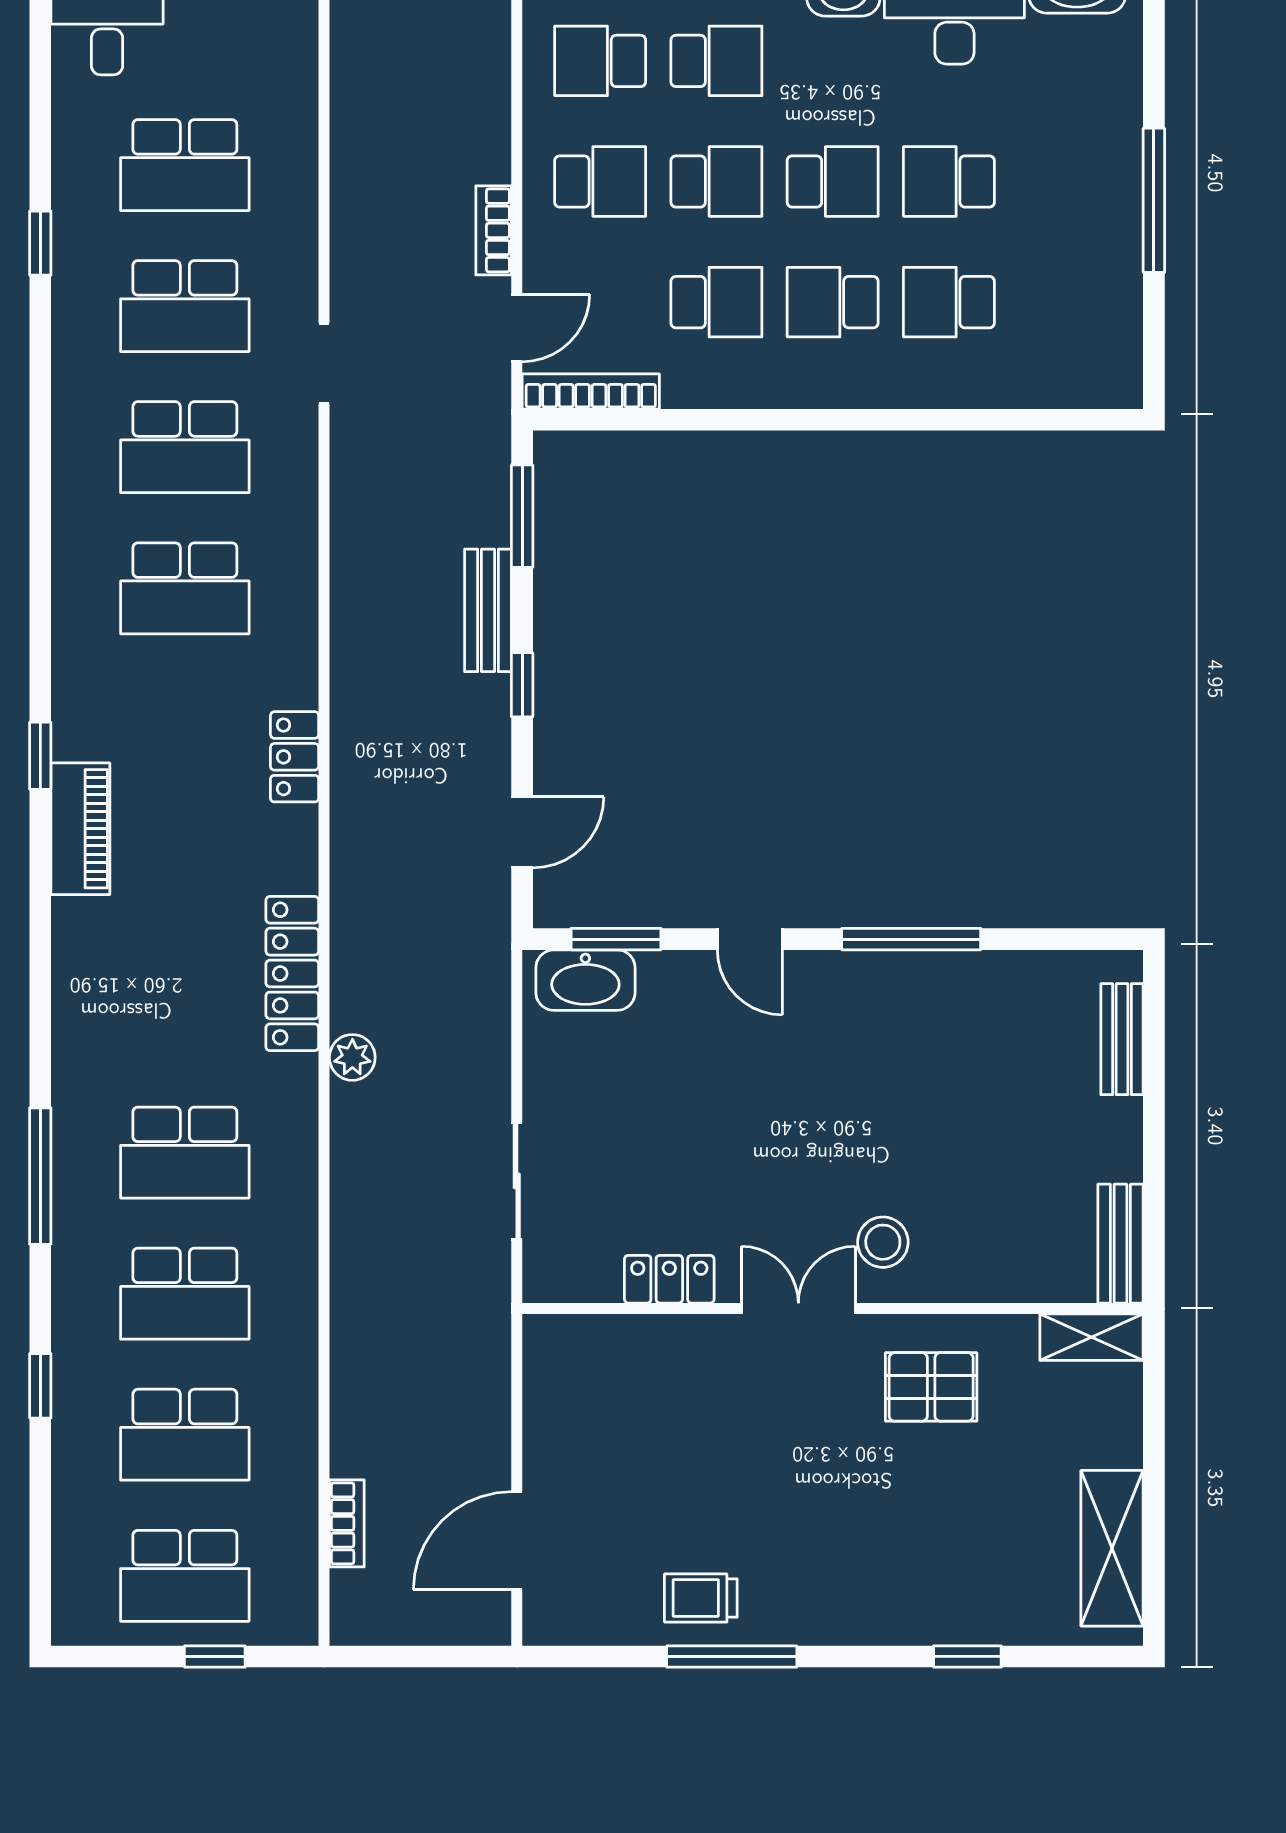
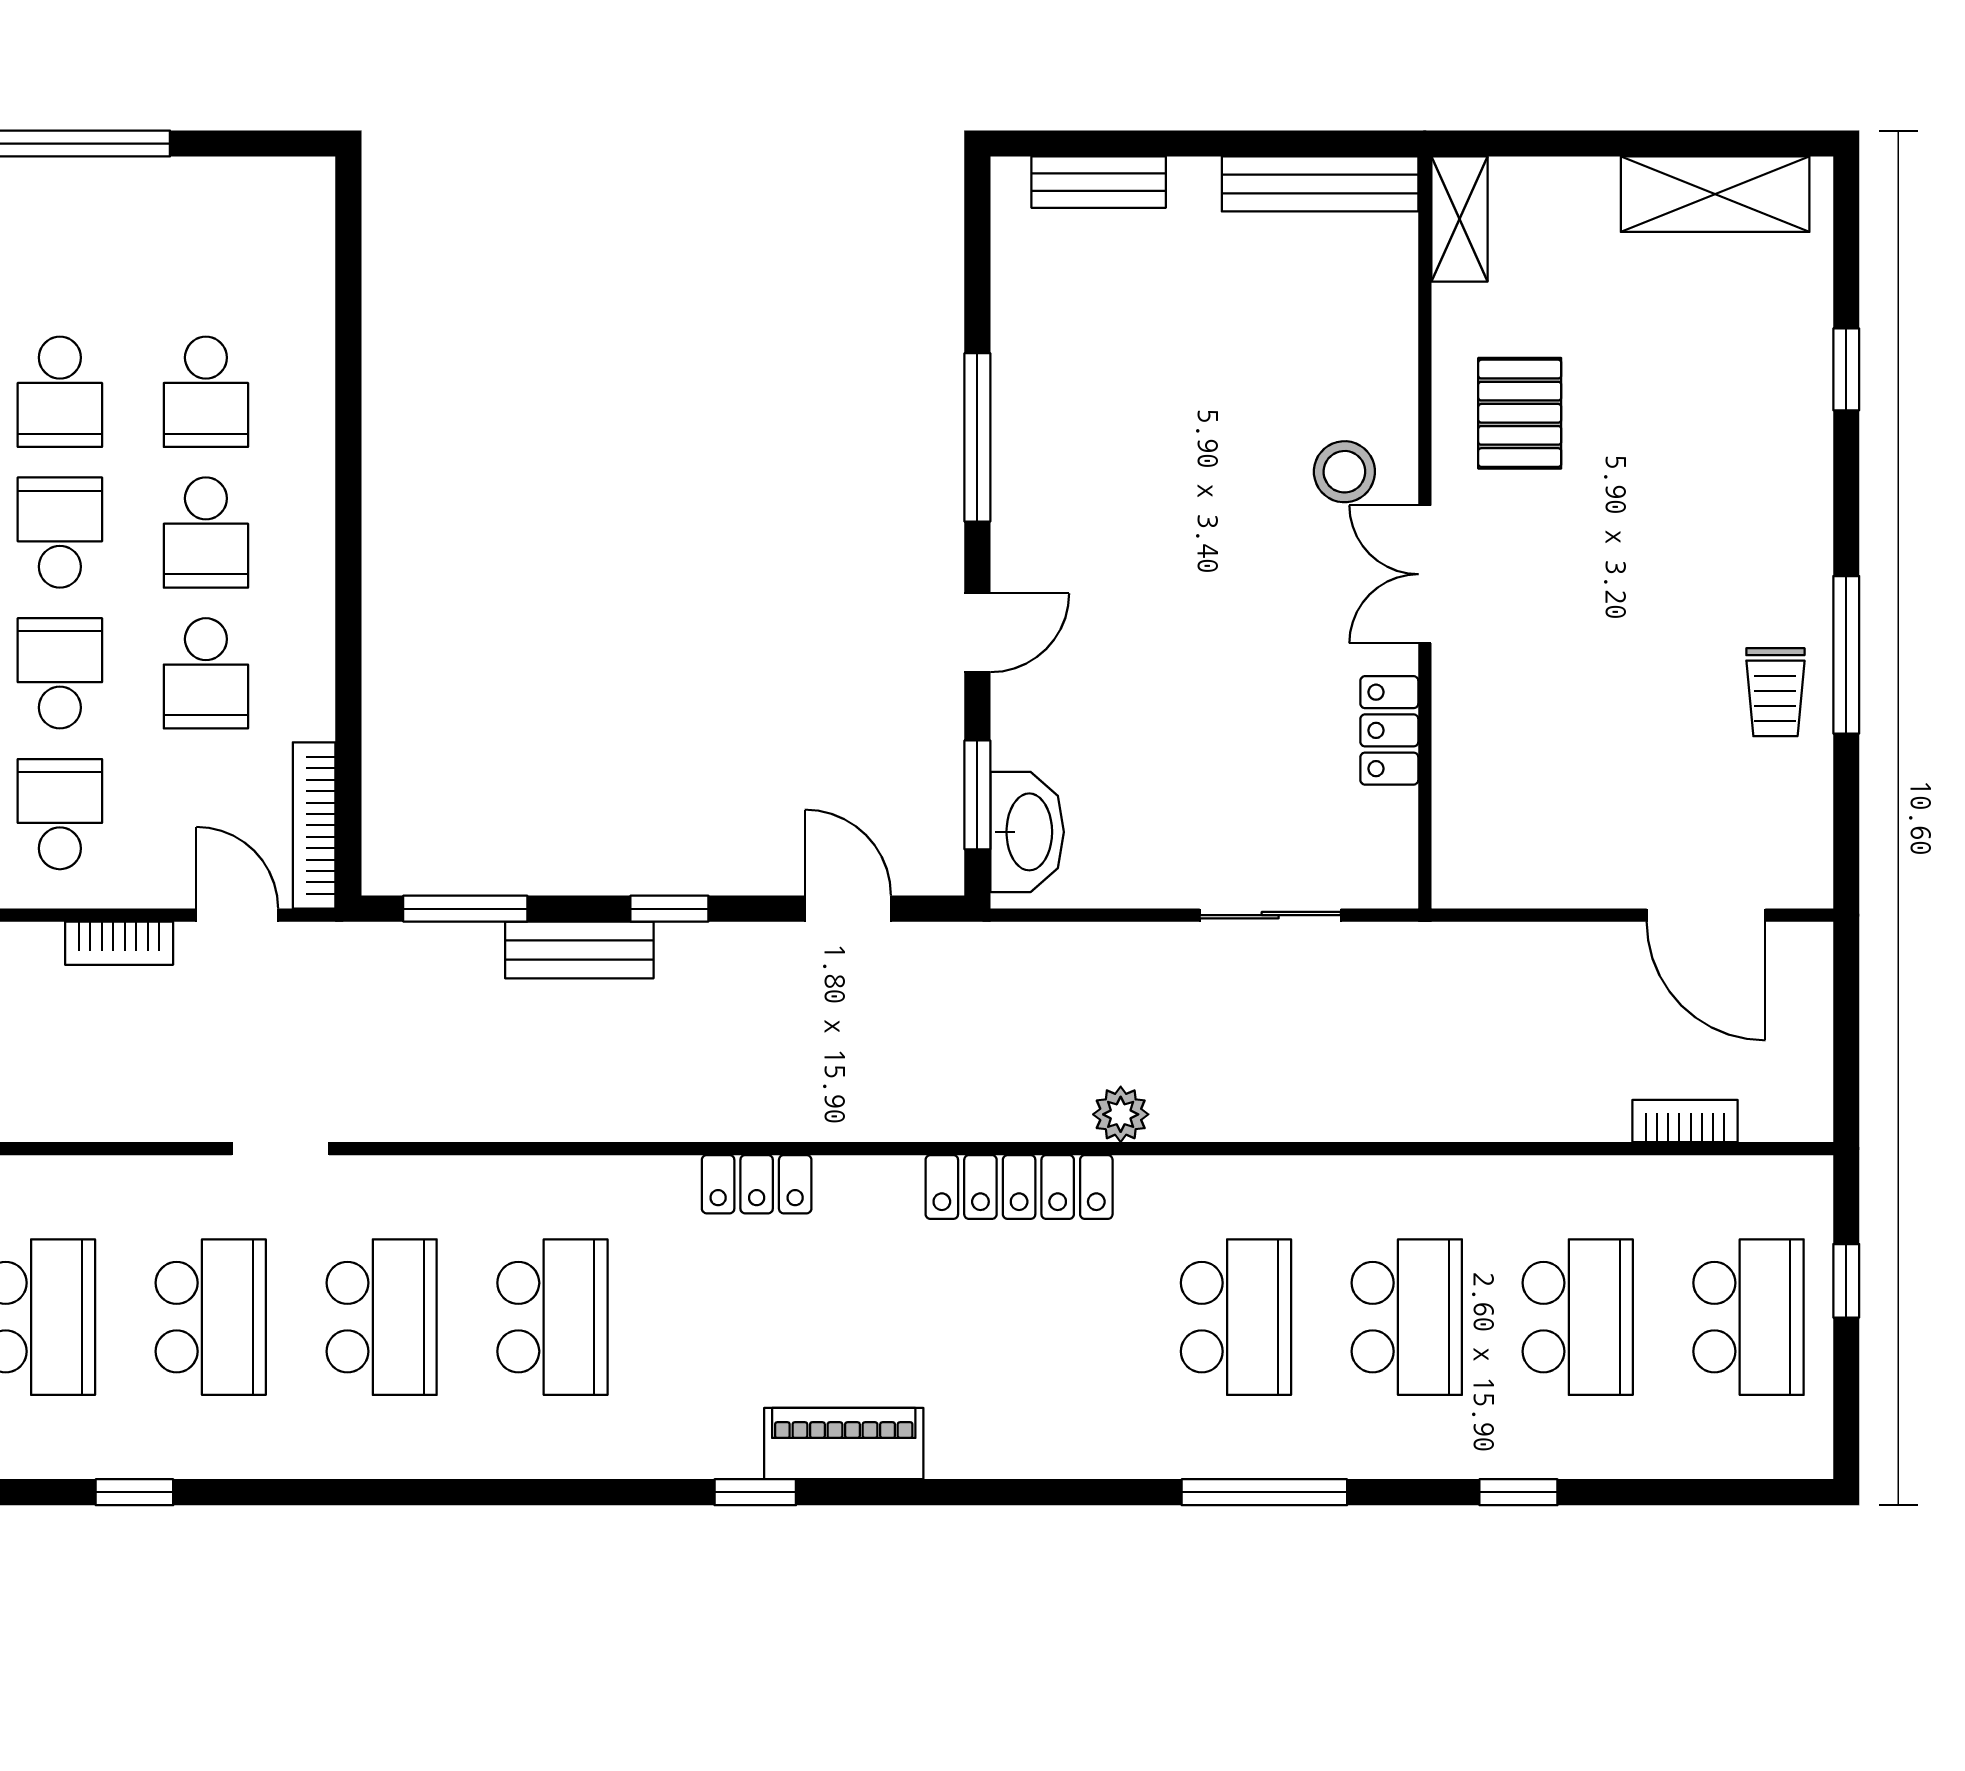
school desk: (716, 302) -> (206, 673), turned 180
bench: (1120, 1244) -> (1320, 184), width x1.36

